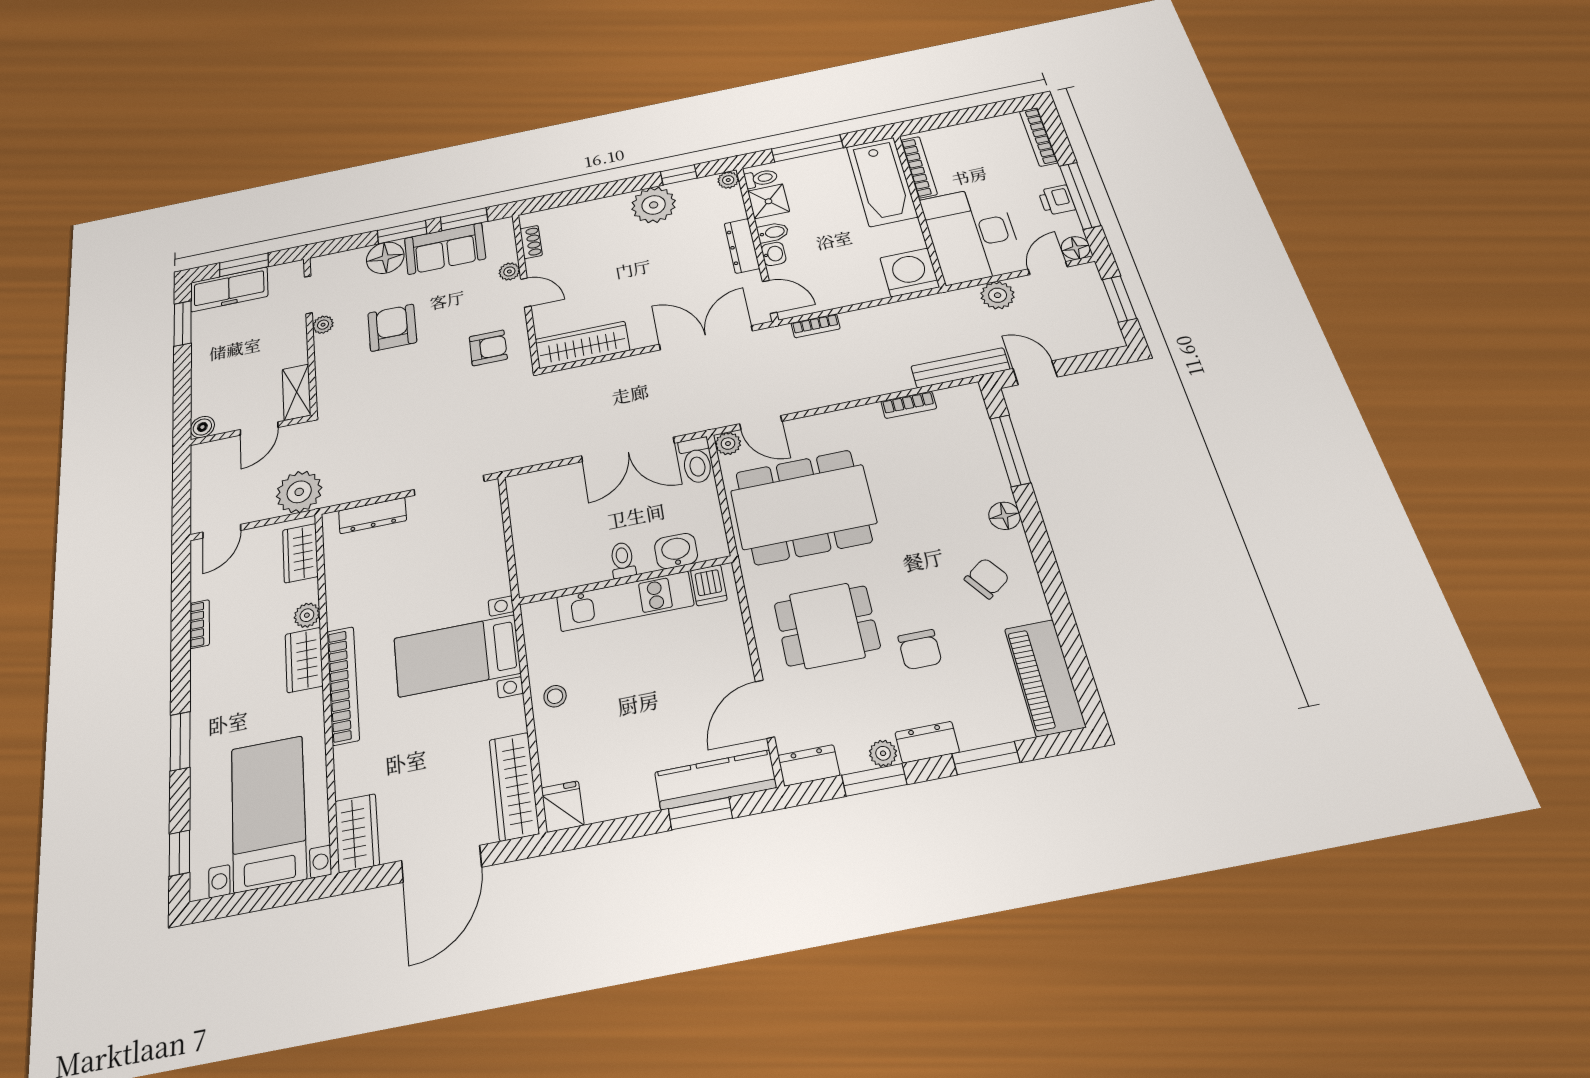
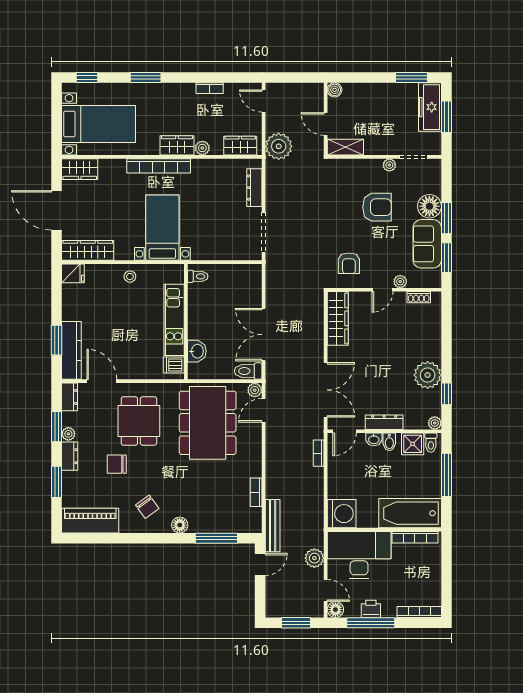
toilet: (623, 560) -> (198, 276), moved

